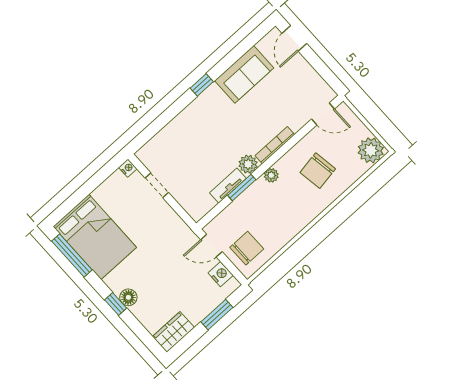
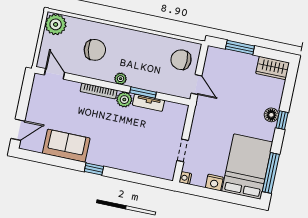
nightstand: (221, 274) -> (214, 182), moved, turned -90

